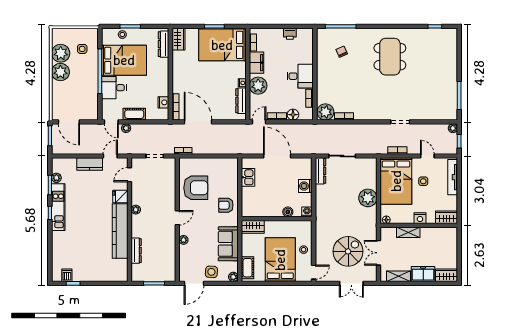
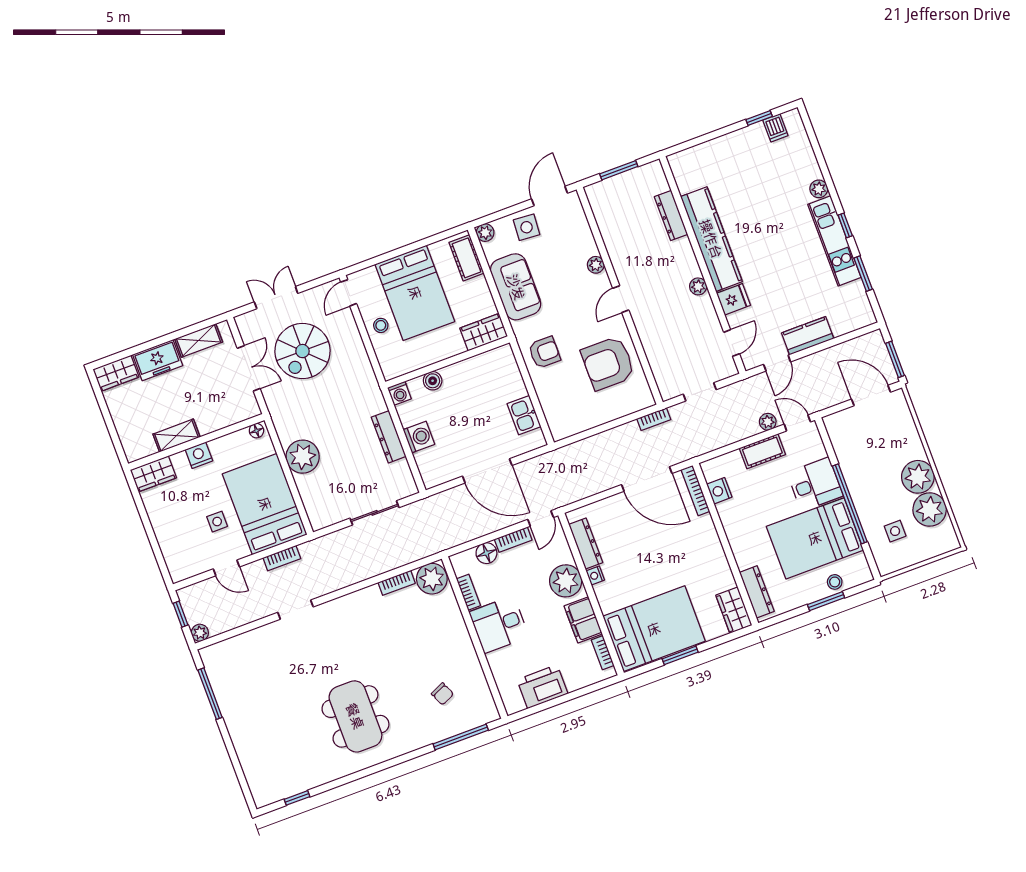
printer: (290, 34) -> (542, 687), width x1.87, depth x1.48
dresser: (321, 171) -> (389, 437), moved
tv unit: (453, 177) -> (169, 548), removed
plant: (56, 178) -> (819, 189), moved
shelving: (408, 232) -> (176, 436), moved

